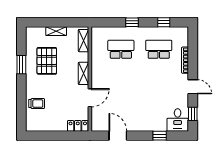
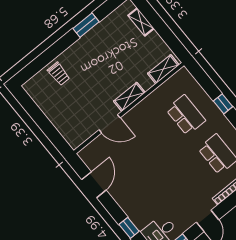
shelving: (56, 31) -> (141, 22), moved
pallet: (47, 61) -> (111, 48), removed
locker: (78, 126) -> (70, 135), removed

